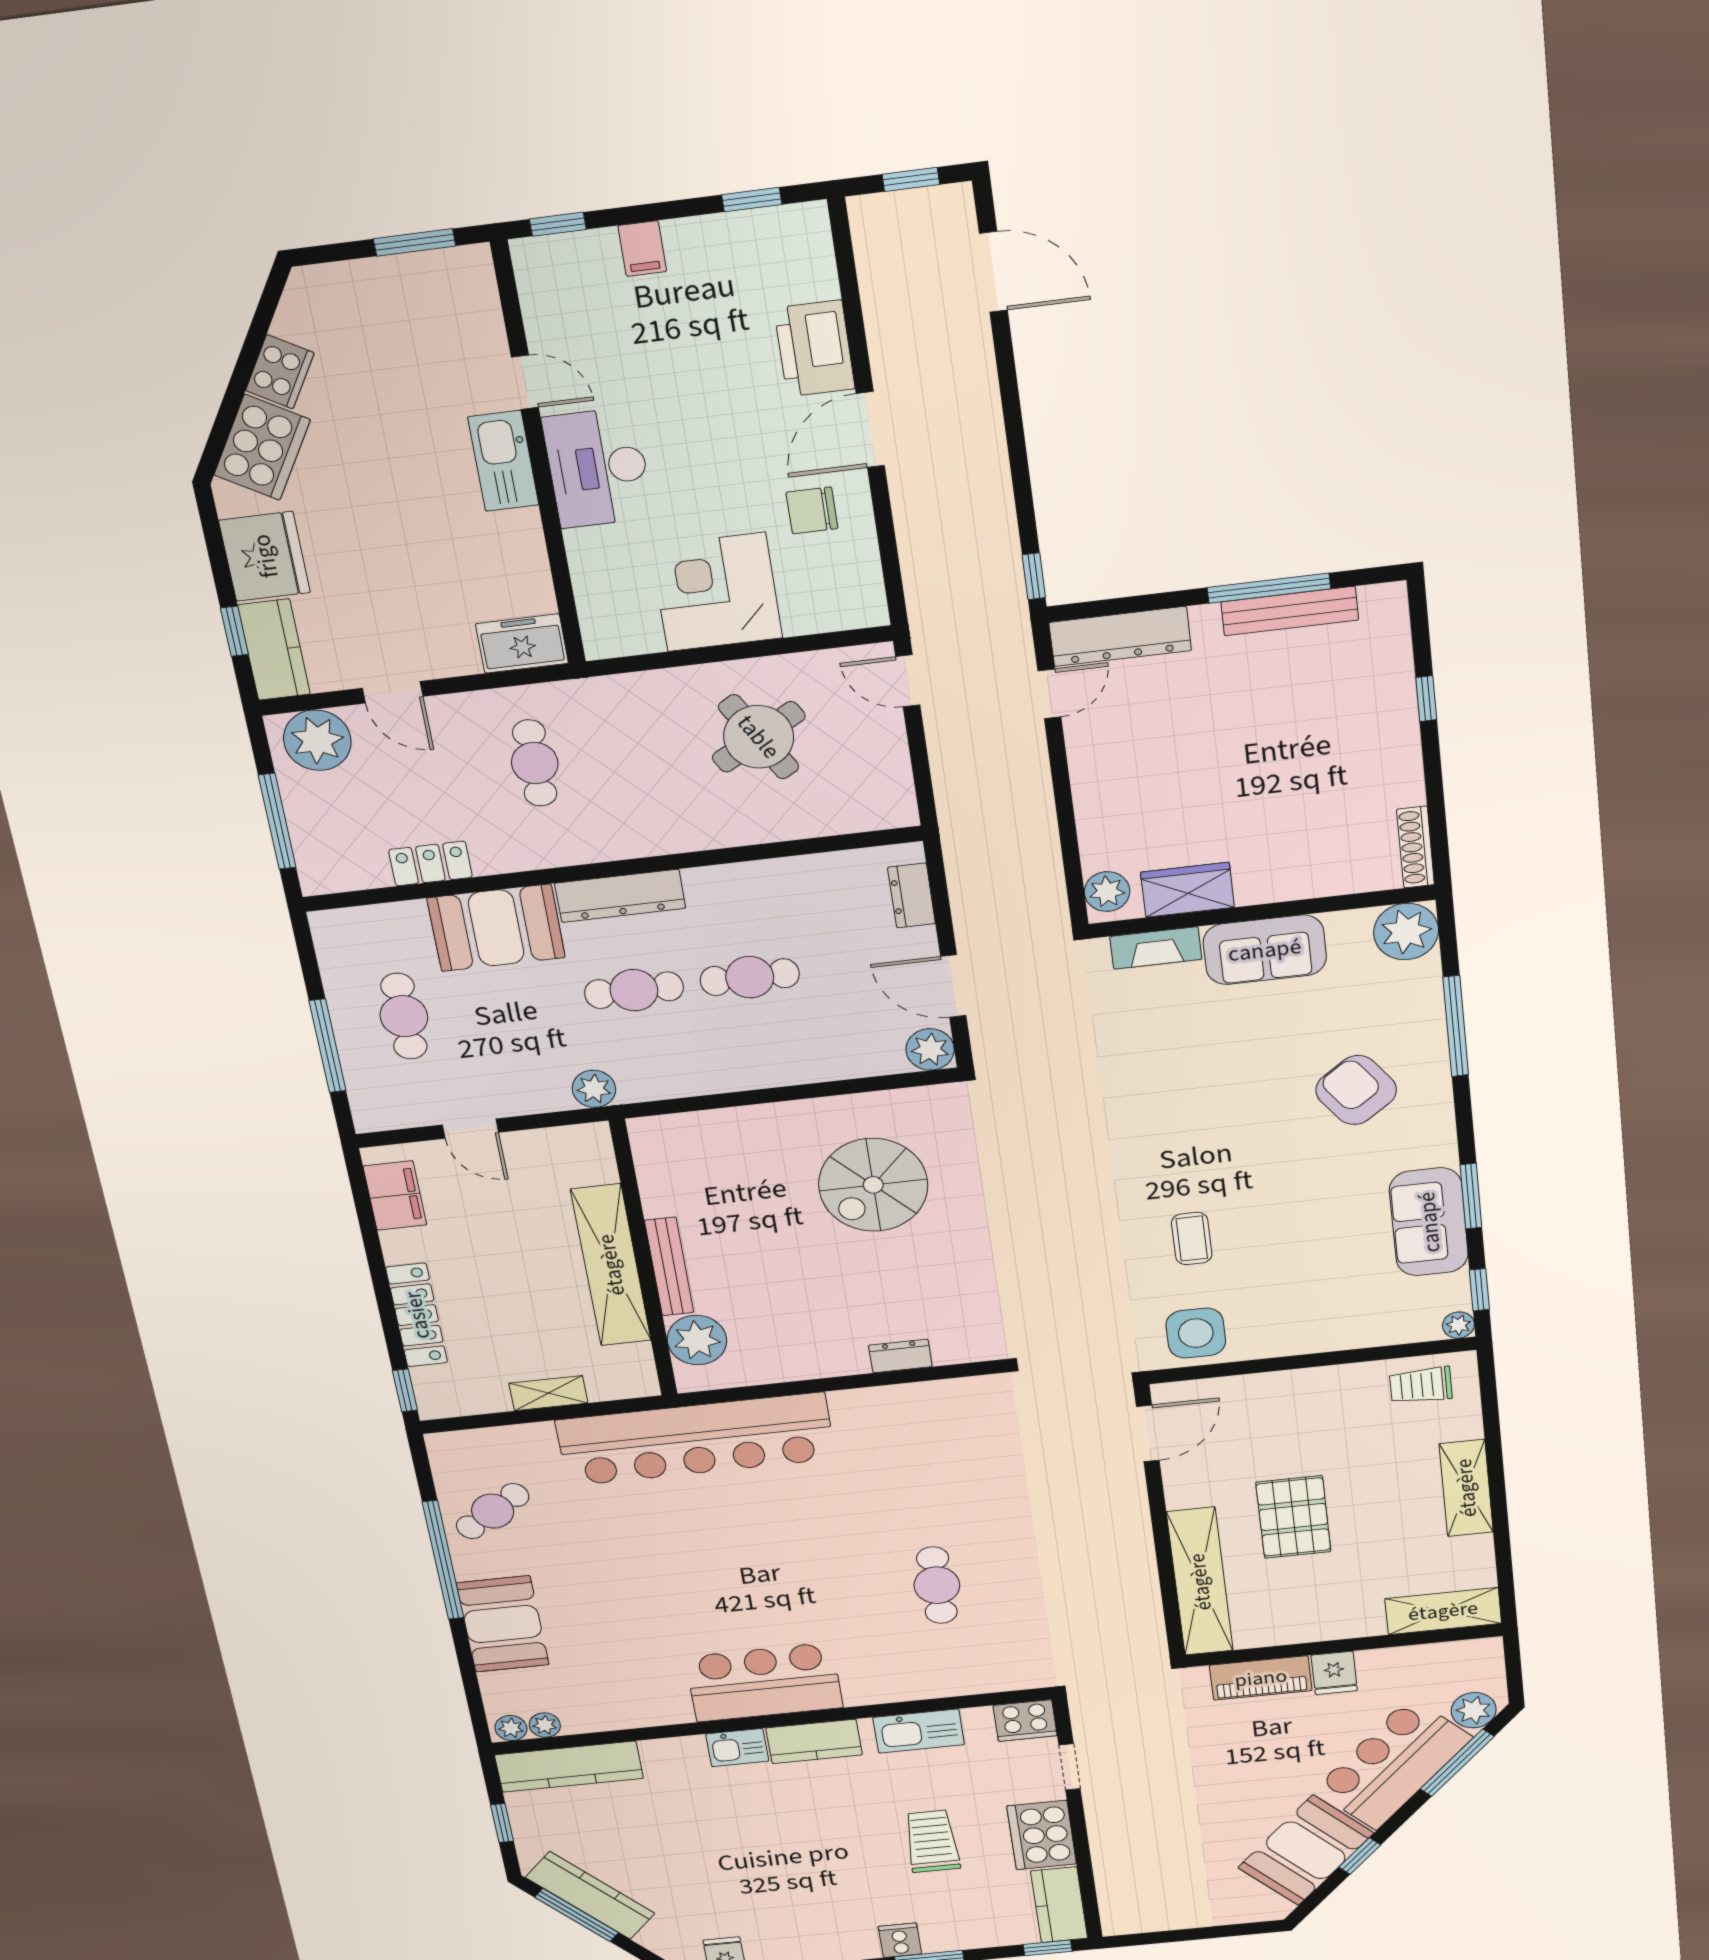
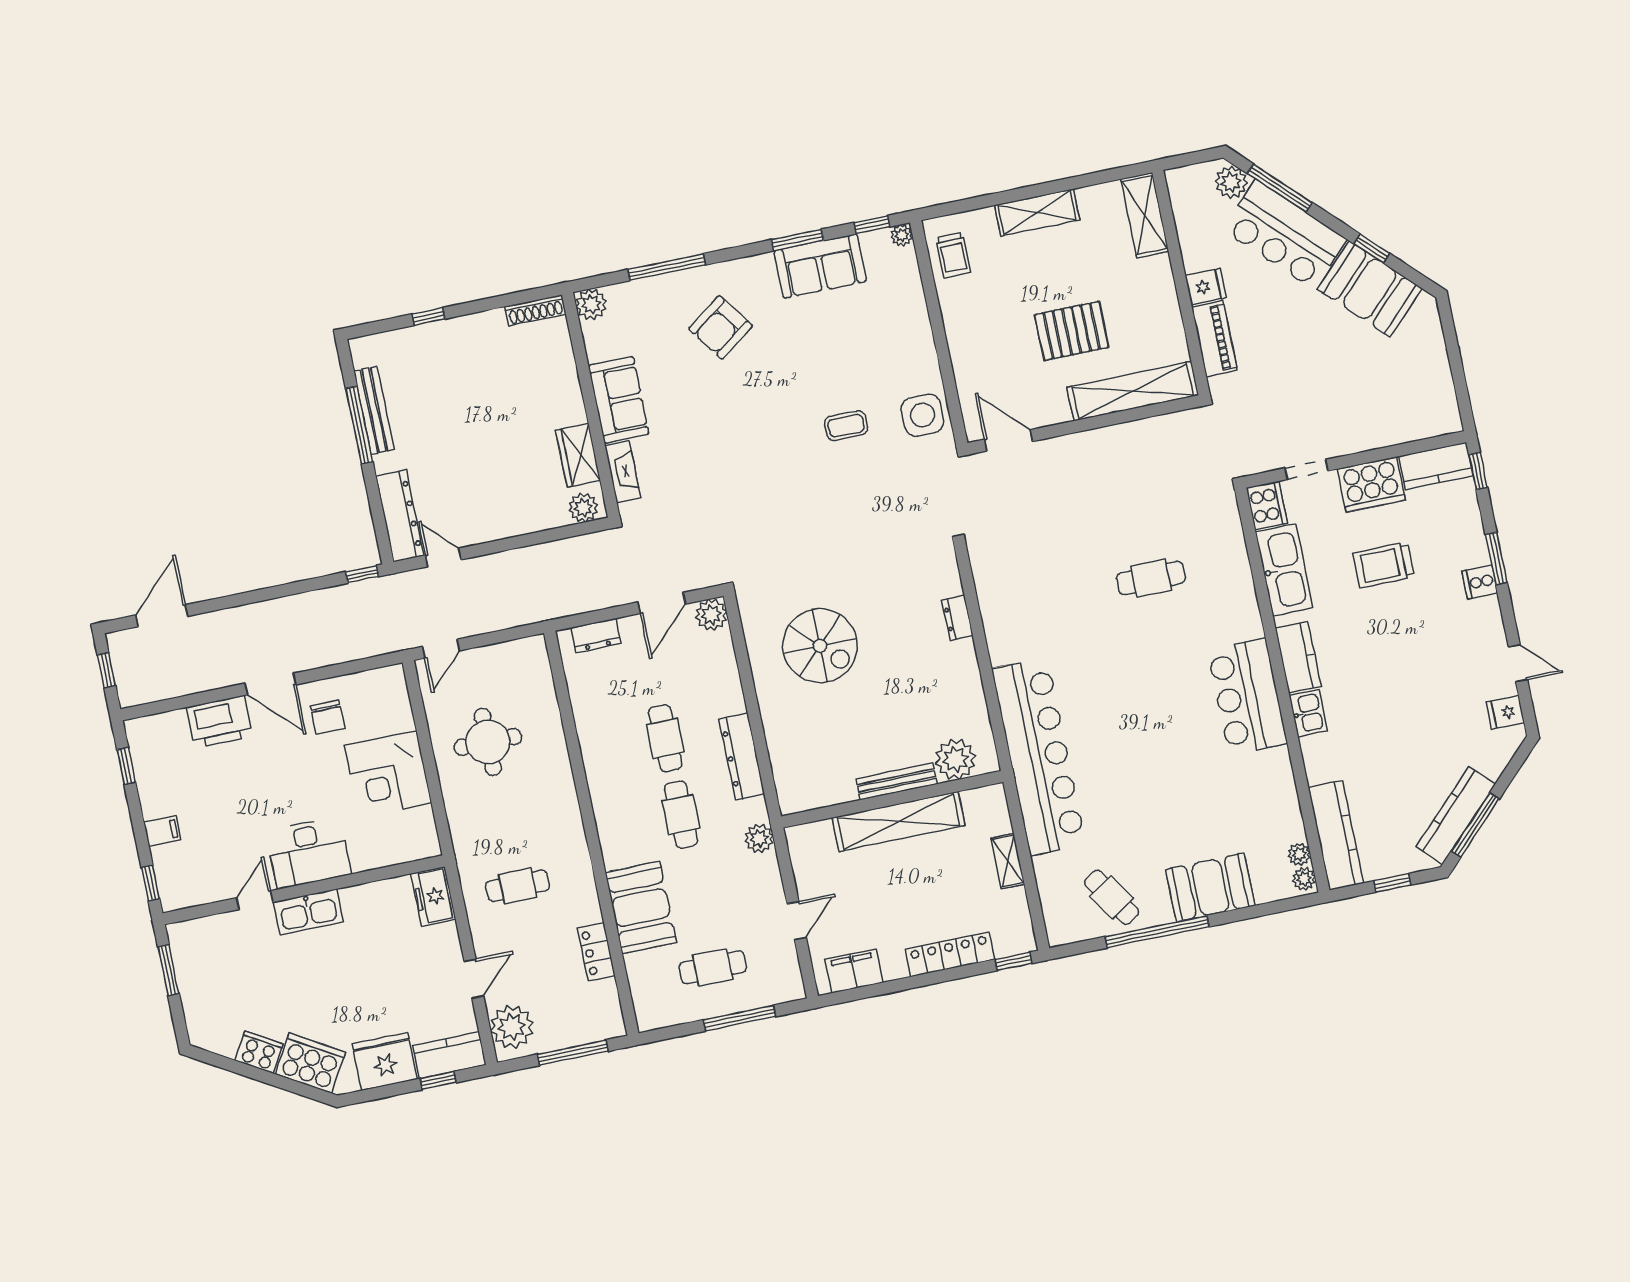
round table: (759, 737) -> (488, 742), turned 30
dresser: (620, 896) -> (742, 757), moved, turned 180
plant: (1406, 932) -> (591, 304), width x0.73, depth x0.73
kitchen sink: (919, 1731) -> (1284, 570), width x1.36, depth x1.24

